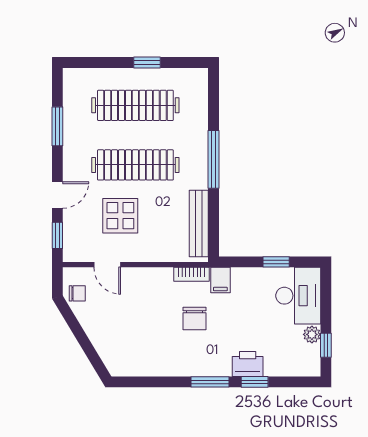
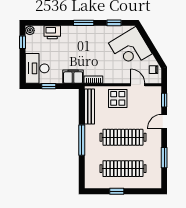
display table: (120, 216) -> (118, 98), moved
filing cabinet: (220, 280) -> (73, 77), width x2.00
chair: (194, 319) -> (92, 56), removed
corner desk: (121, 334) -> (130, 48), added
plant: (312, 334) -> (30, 30), moved
printer: (248, 364) -> (52, 32), moved
window: (255, 382) -> (114, 23), moved

